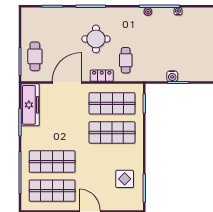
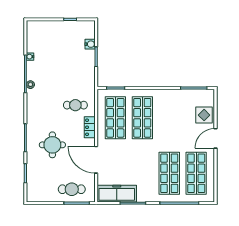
round table: (96, 39) -> (52, 145), moved
water cooler: (172, 76) -> (90, 44), moved
display table: (125, 179) -> (204, 115), moved

